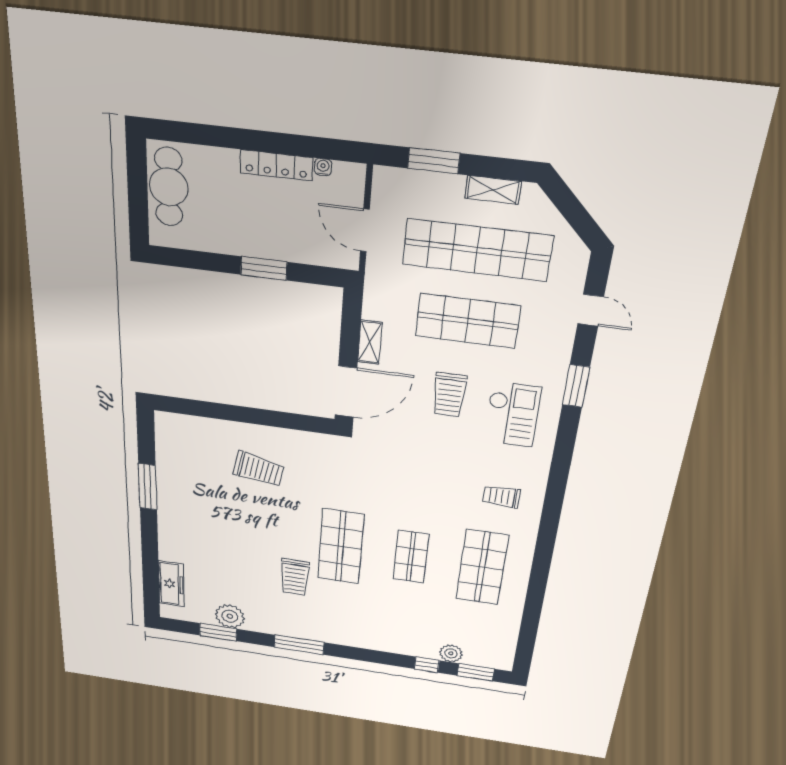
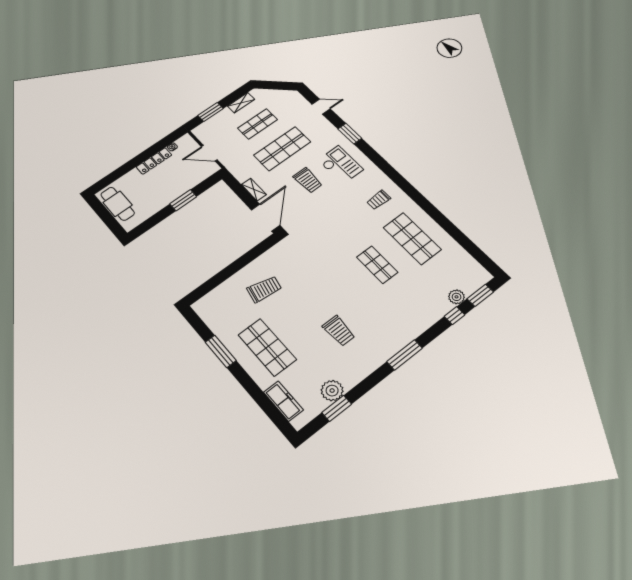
shop shelf: (477, 250) -> (257, 124), width x0.50, depth x0.74
shop shelf: (341, 547) -> (267, 347), moved
window: (299, 645) -> (405, 355), moved

